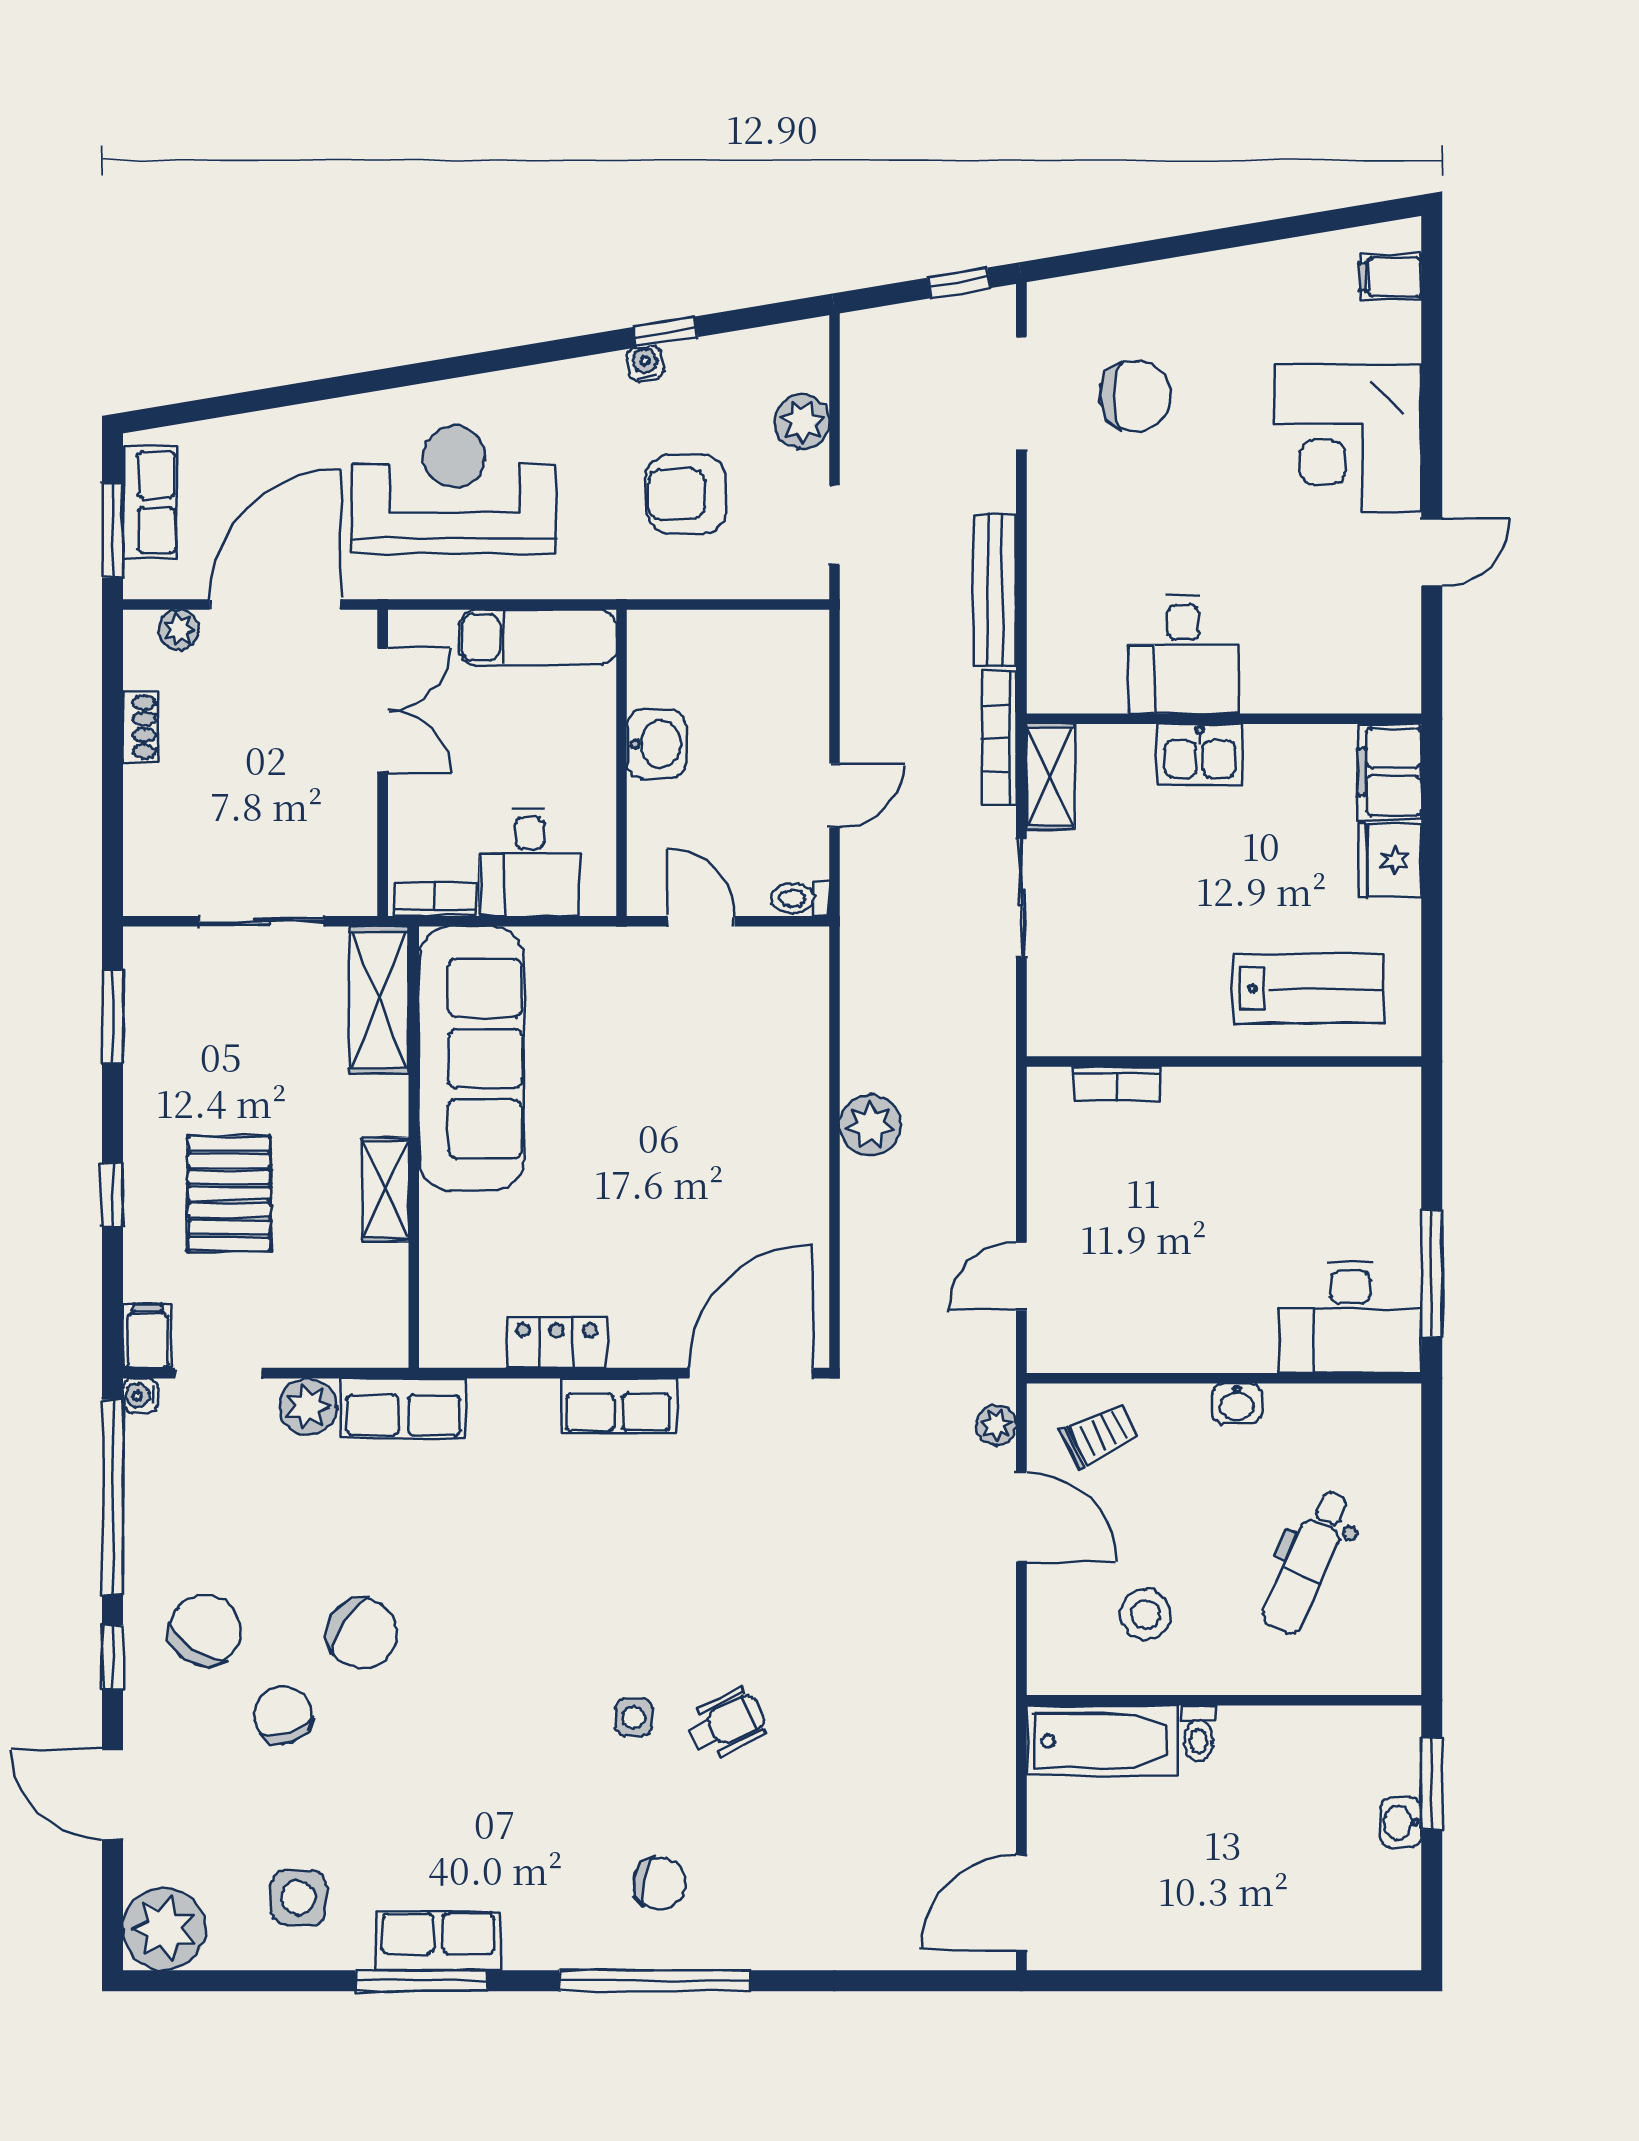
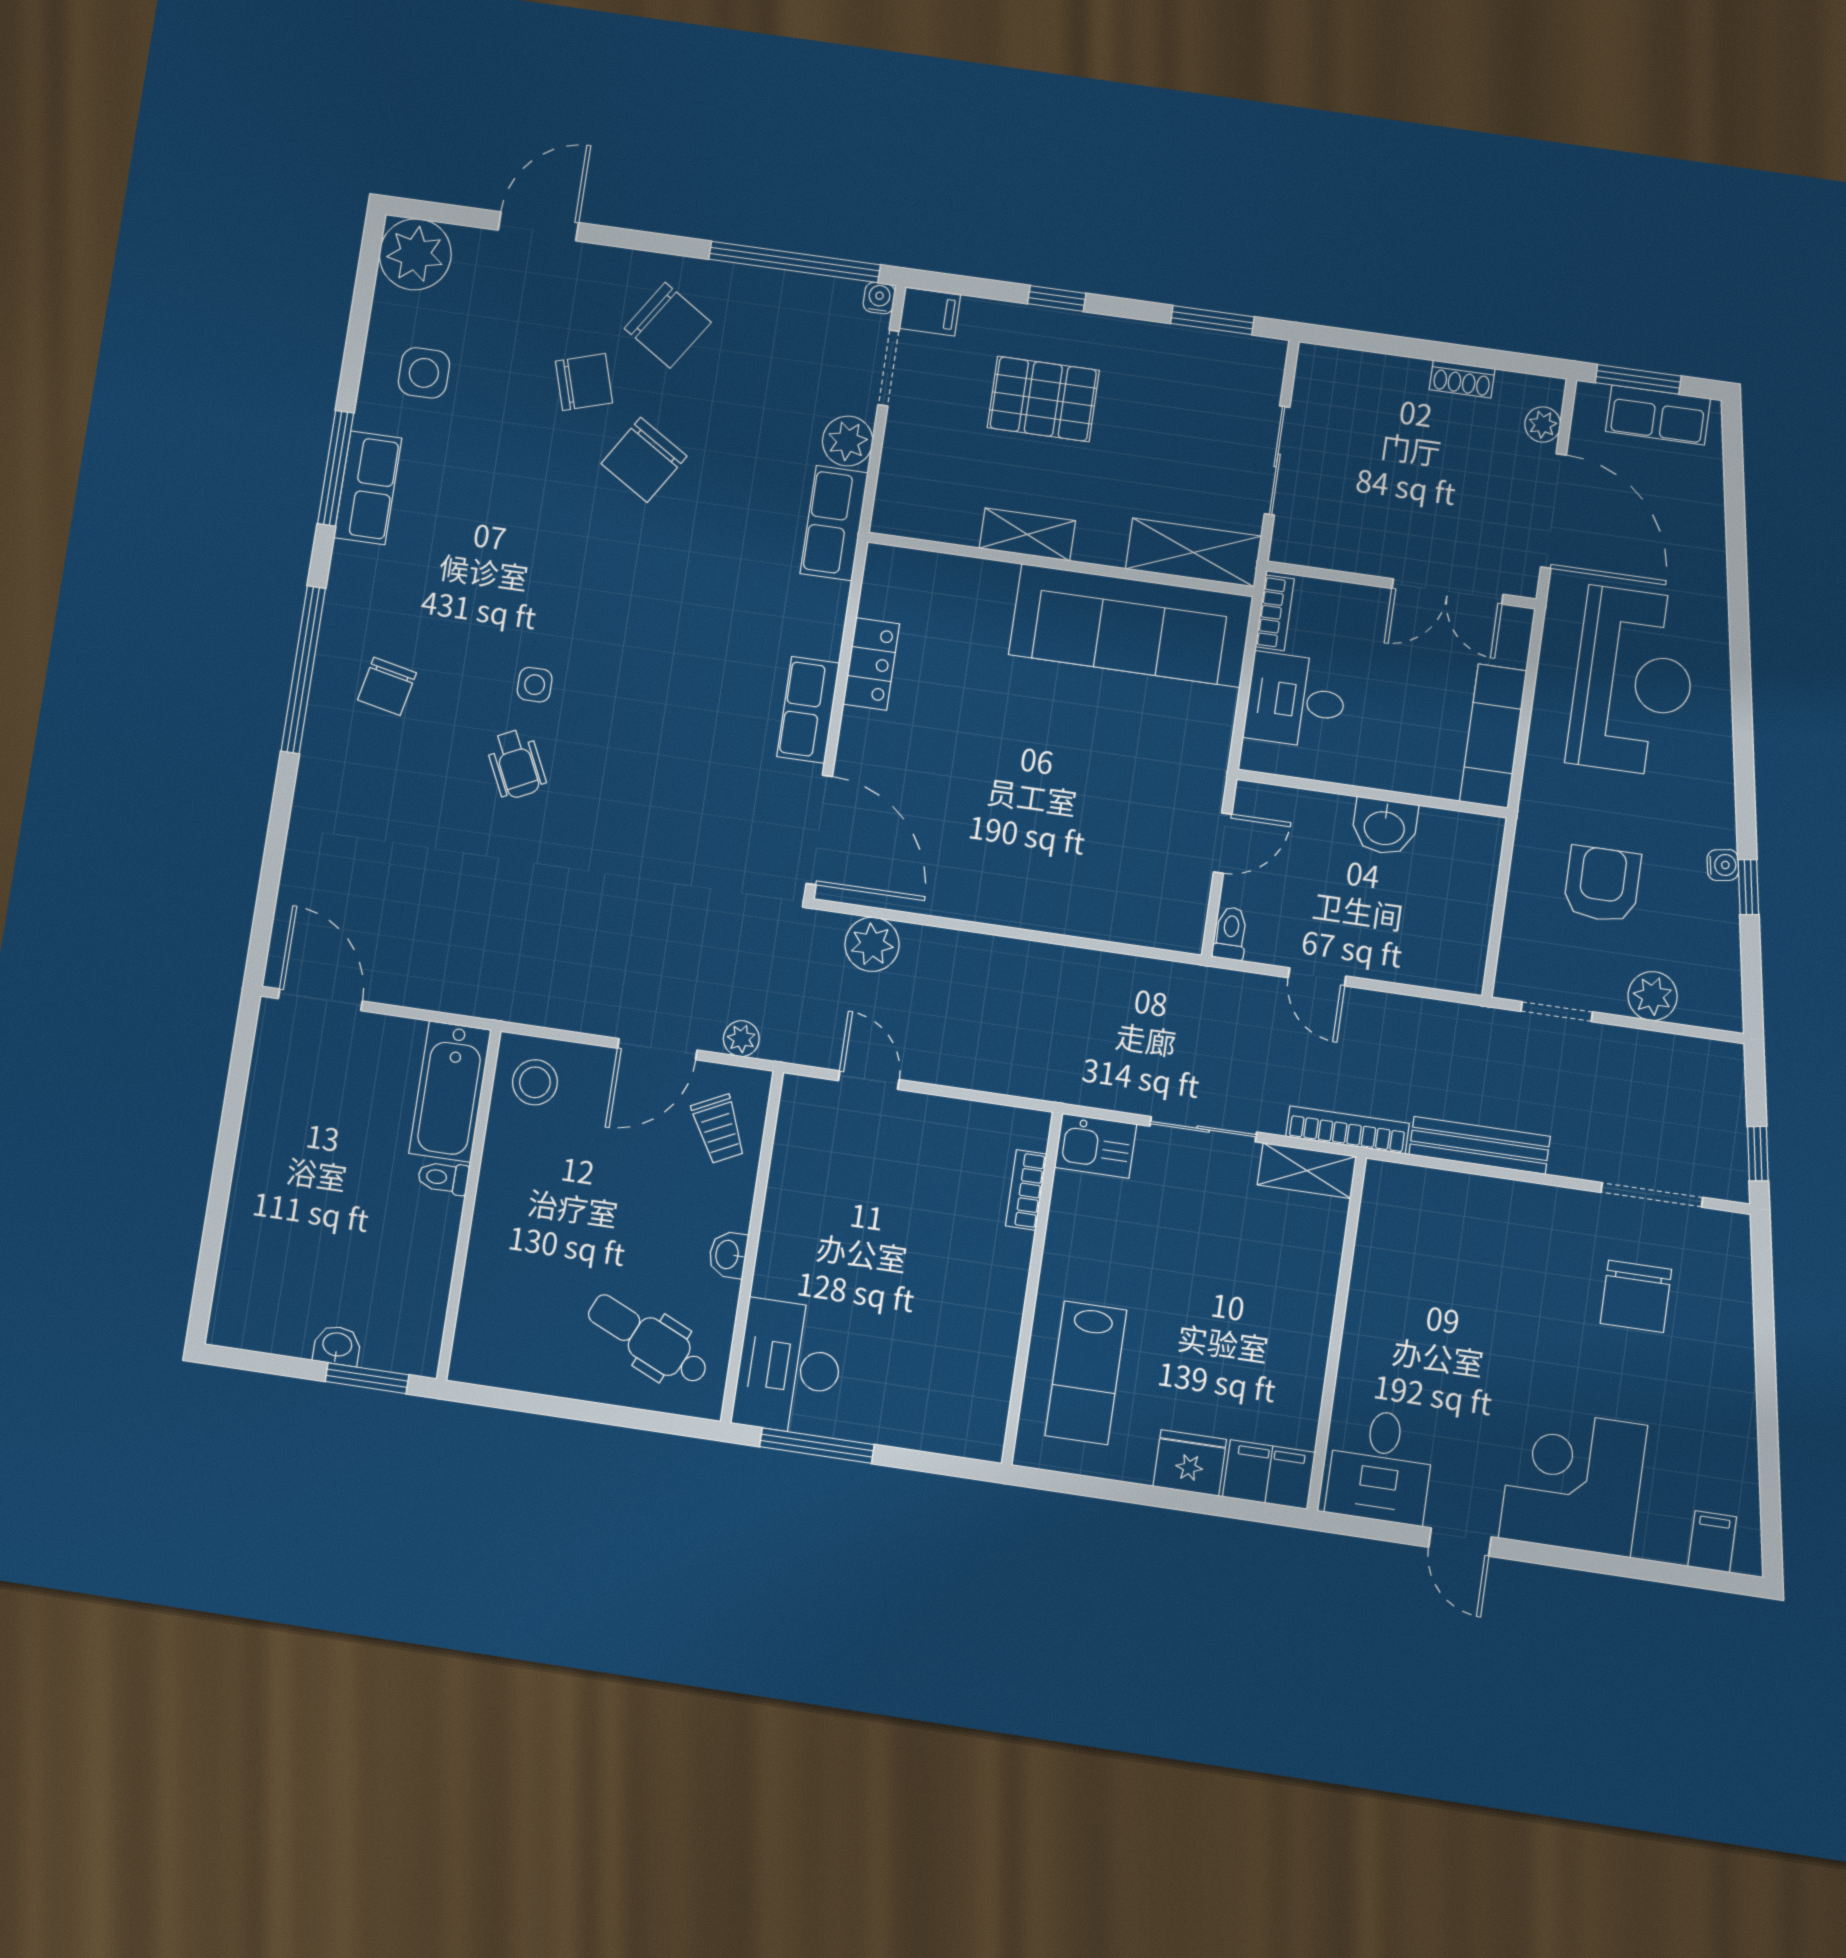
desk: (1183, 654) -> (1380, 1466), moved, turned -90
kitchen sink: (1200, 755) -> (1096, 1146), moved, turned -90
plant: (870, 1125) -> (872, 944), moved
dental chair: (1308, 1562) -> (648, 1339), moved
stool: (1145, 1615) -> (535, 1082), moved
window: (113, 1657) -> (656, 243), removed

